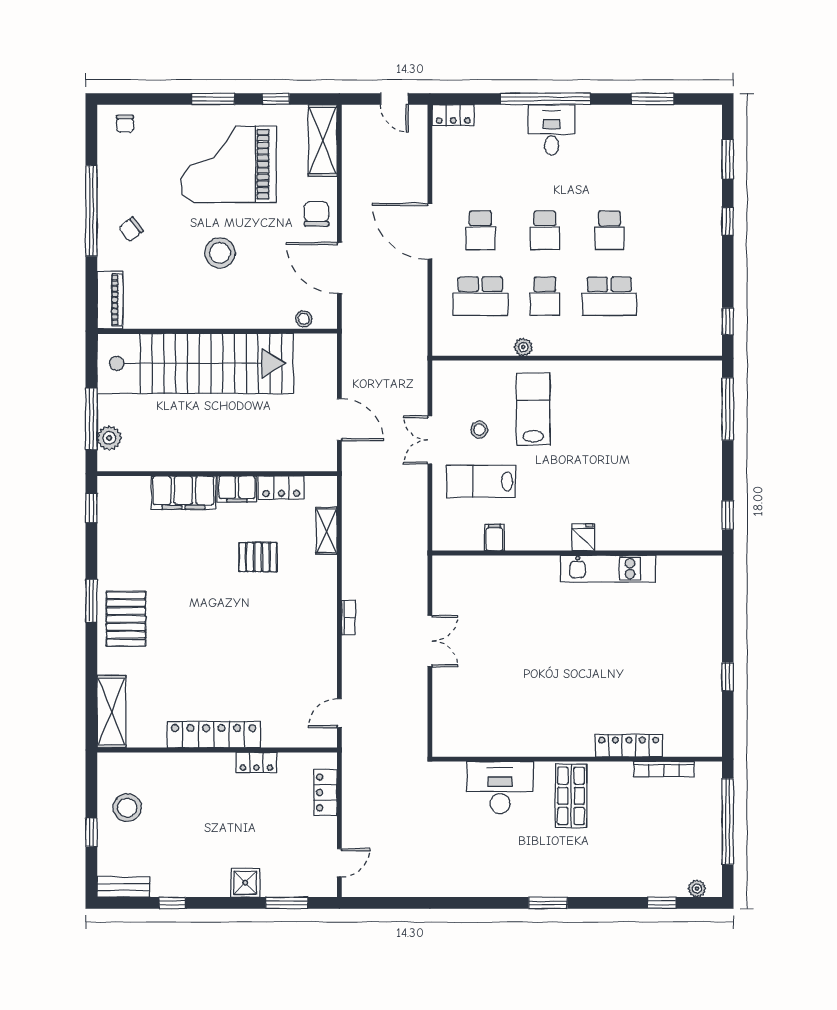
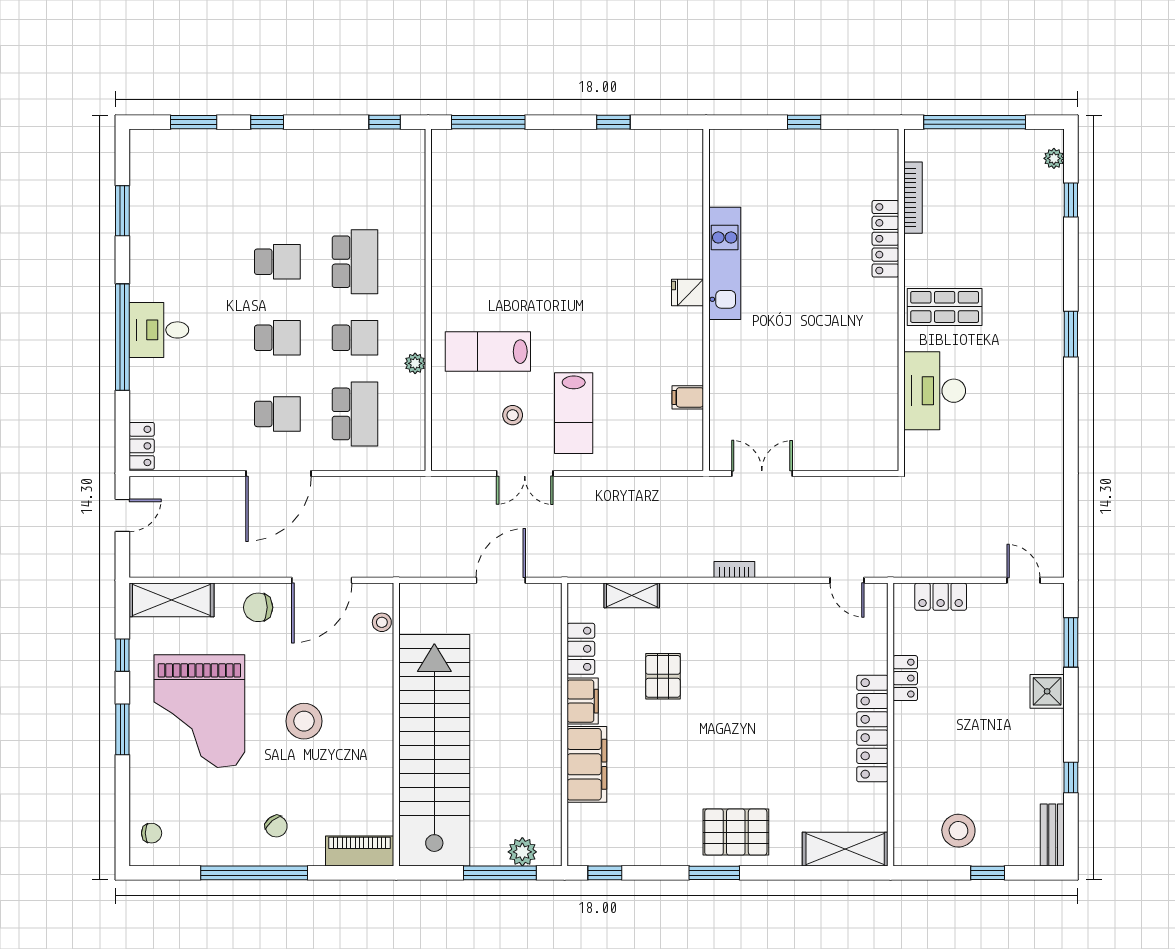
filing cabinet: (494, 537) -> (688, 397), moved
fridge: (583, 537) -> (688, 292), moved
wall: (577, 553) -> (706, 300), moved
kitchen unit: (608, 569) -> (725, 263), moved

